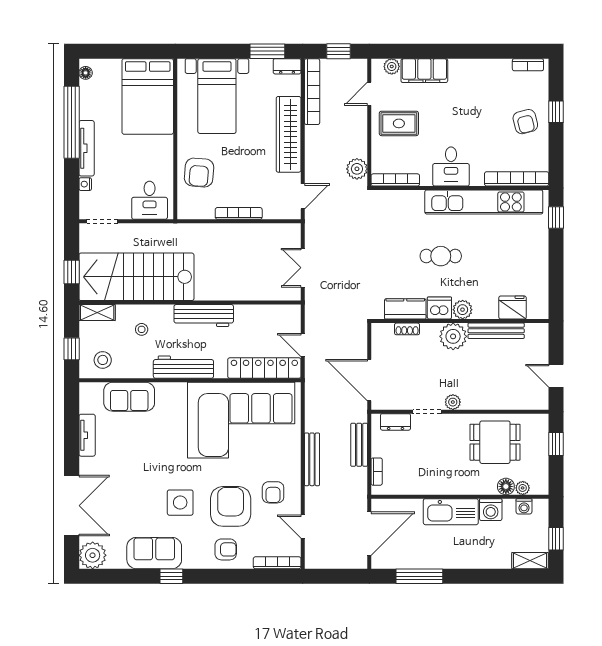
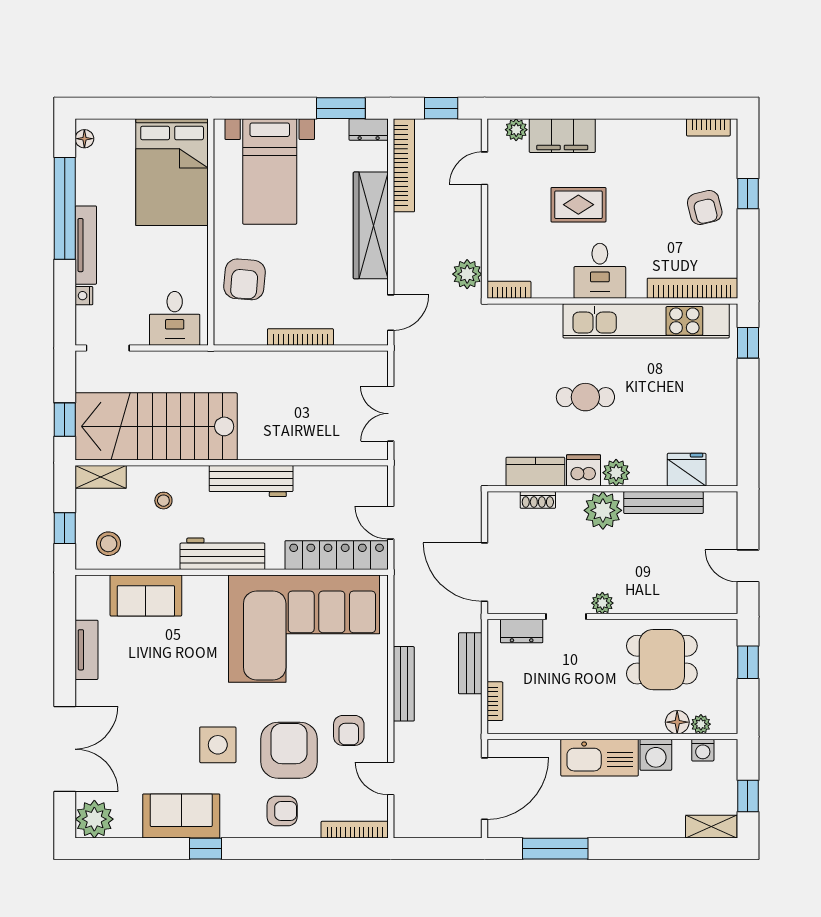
rug: (399, 123) -> (578, 205), moved
bookcase: (395, 180) -> (509, 290), width x0.64

